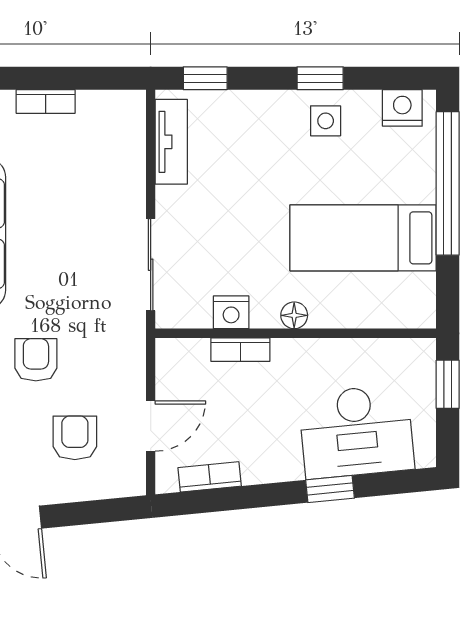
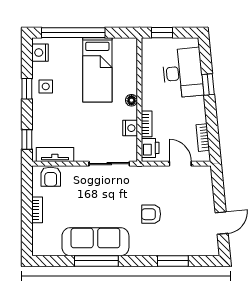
printer: (186, 358) -> (150, 148), added
armchair: (75, 438) -> (51, 177), moved, turned -90

